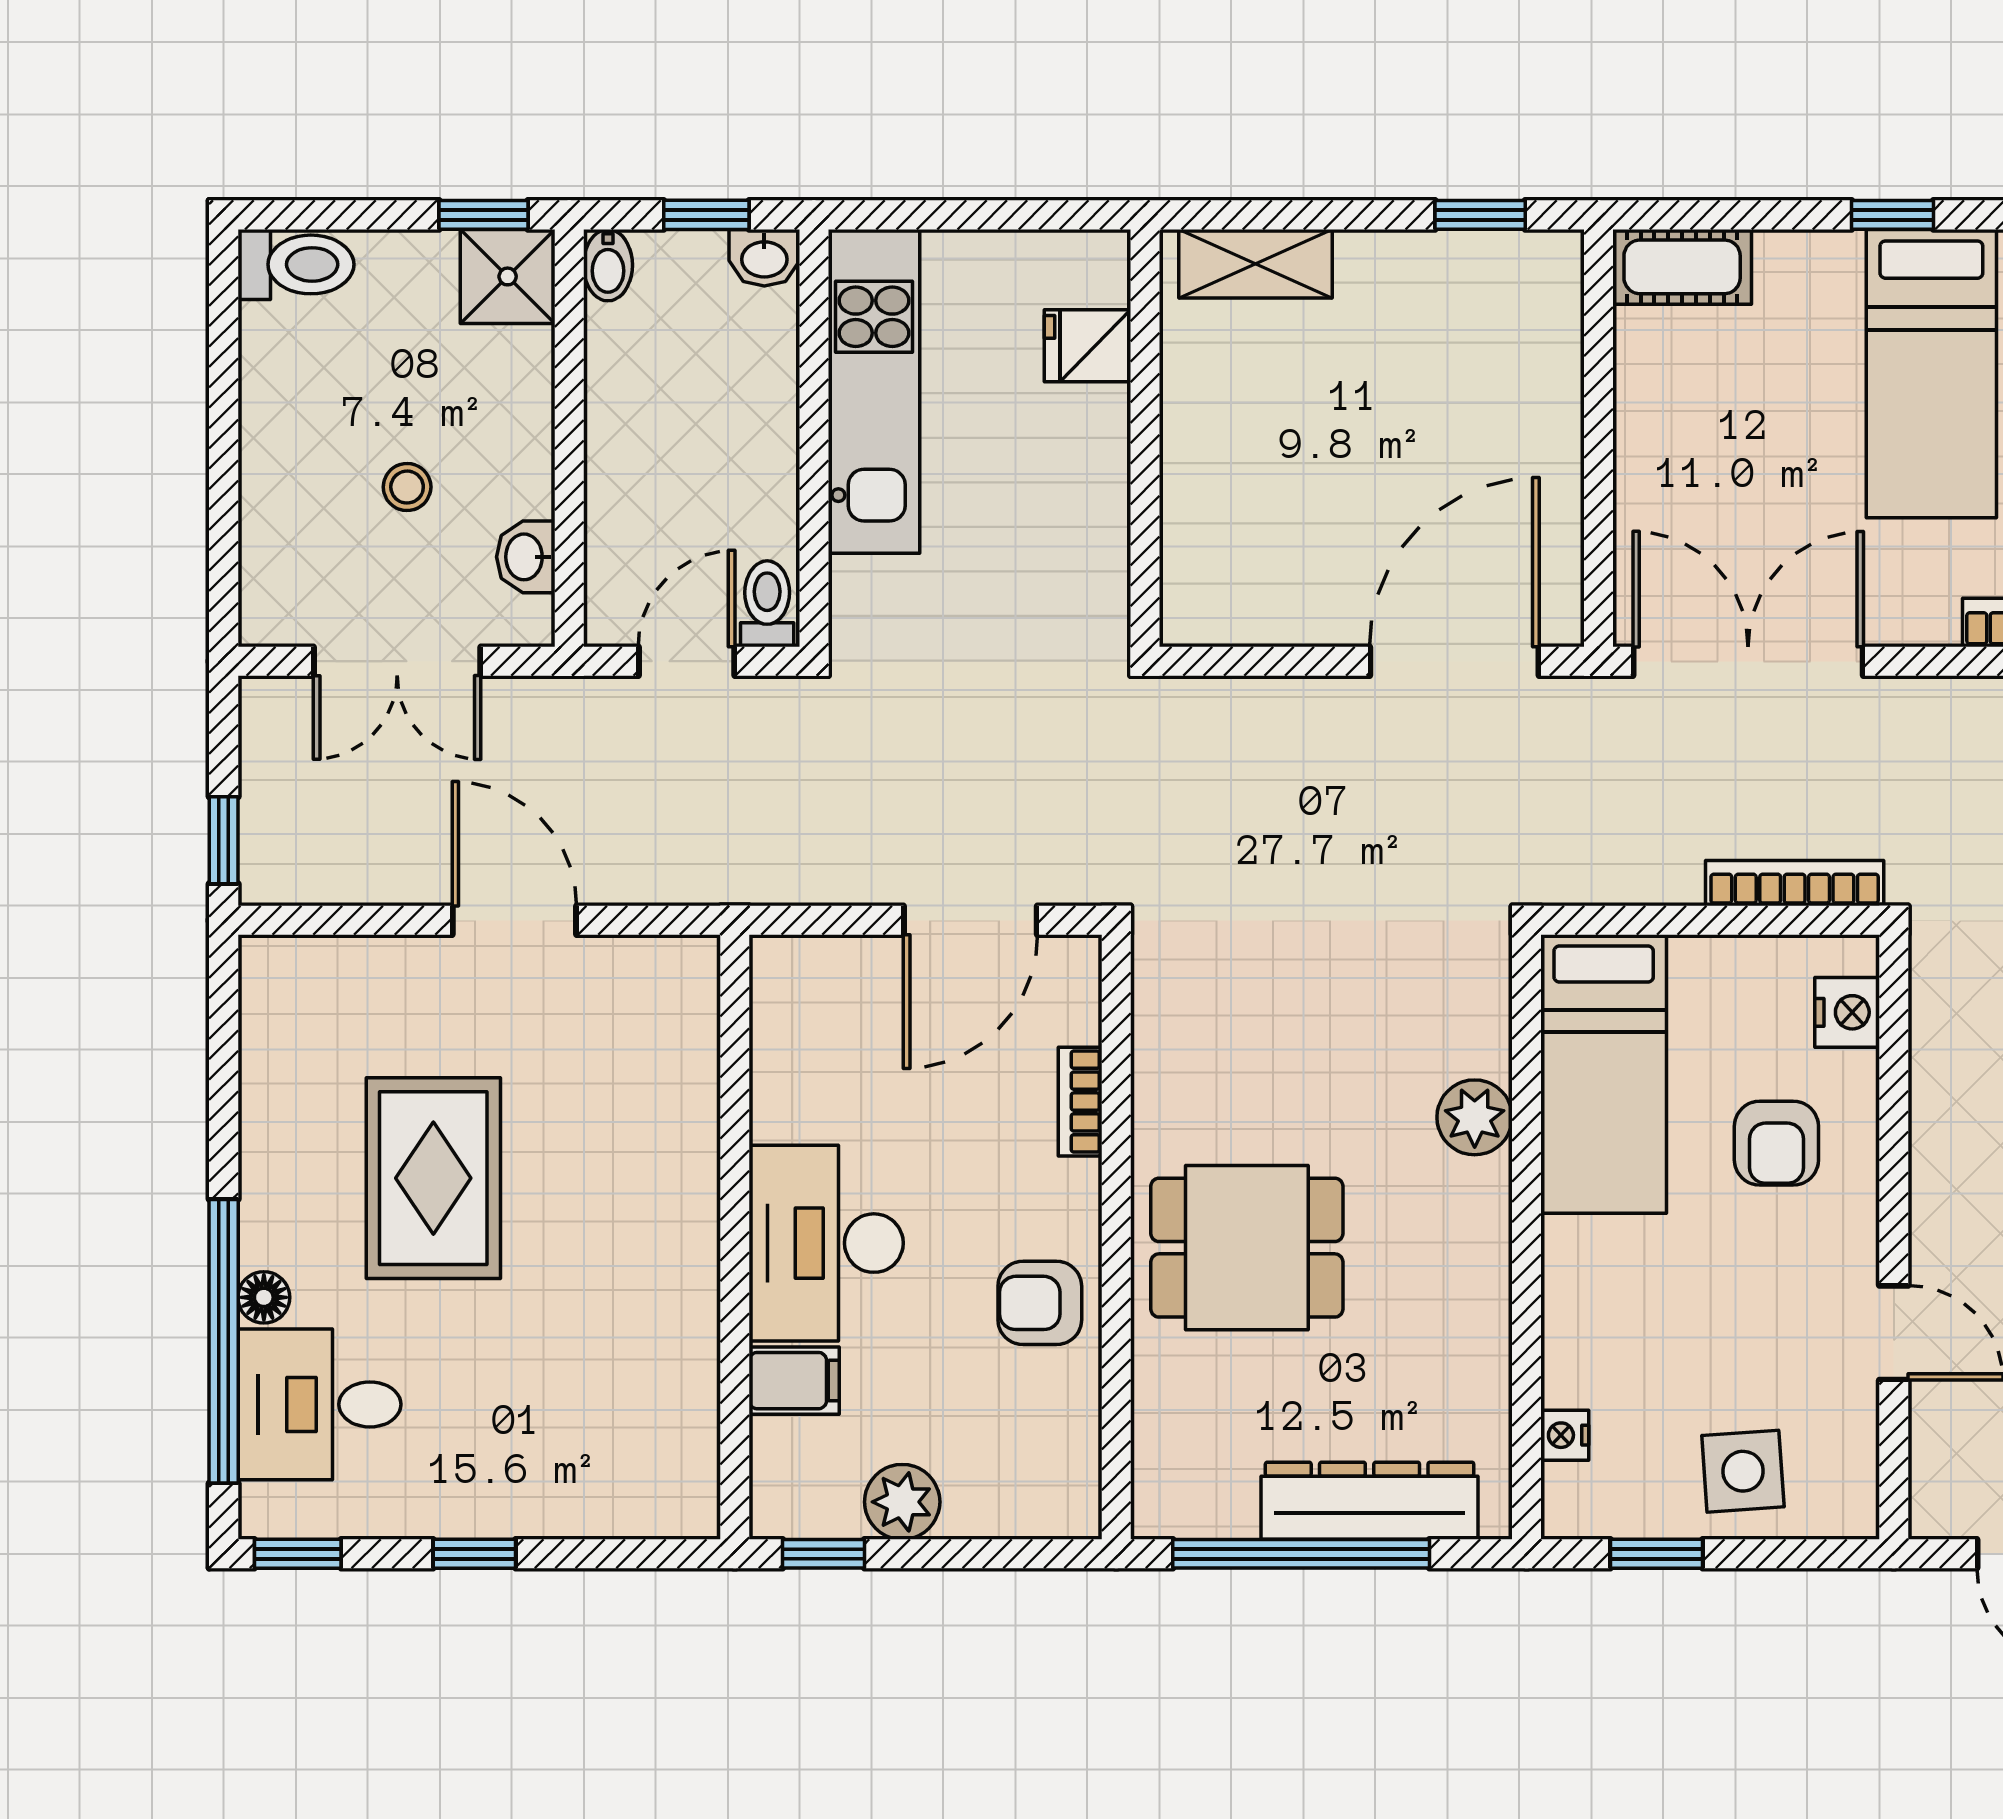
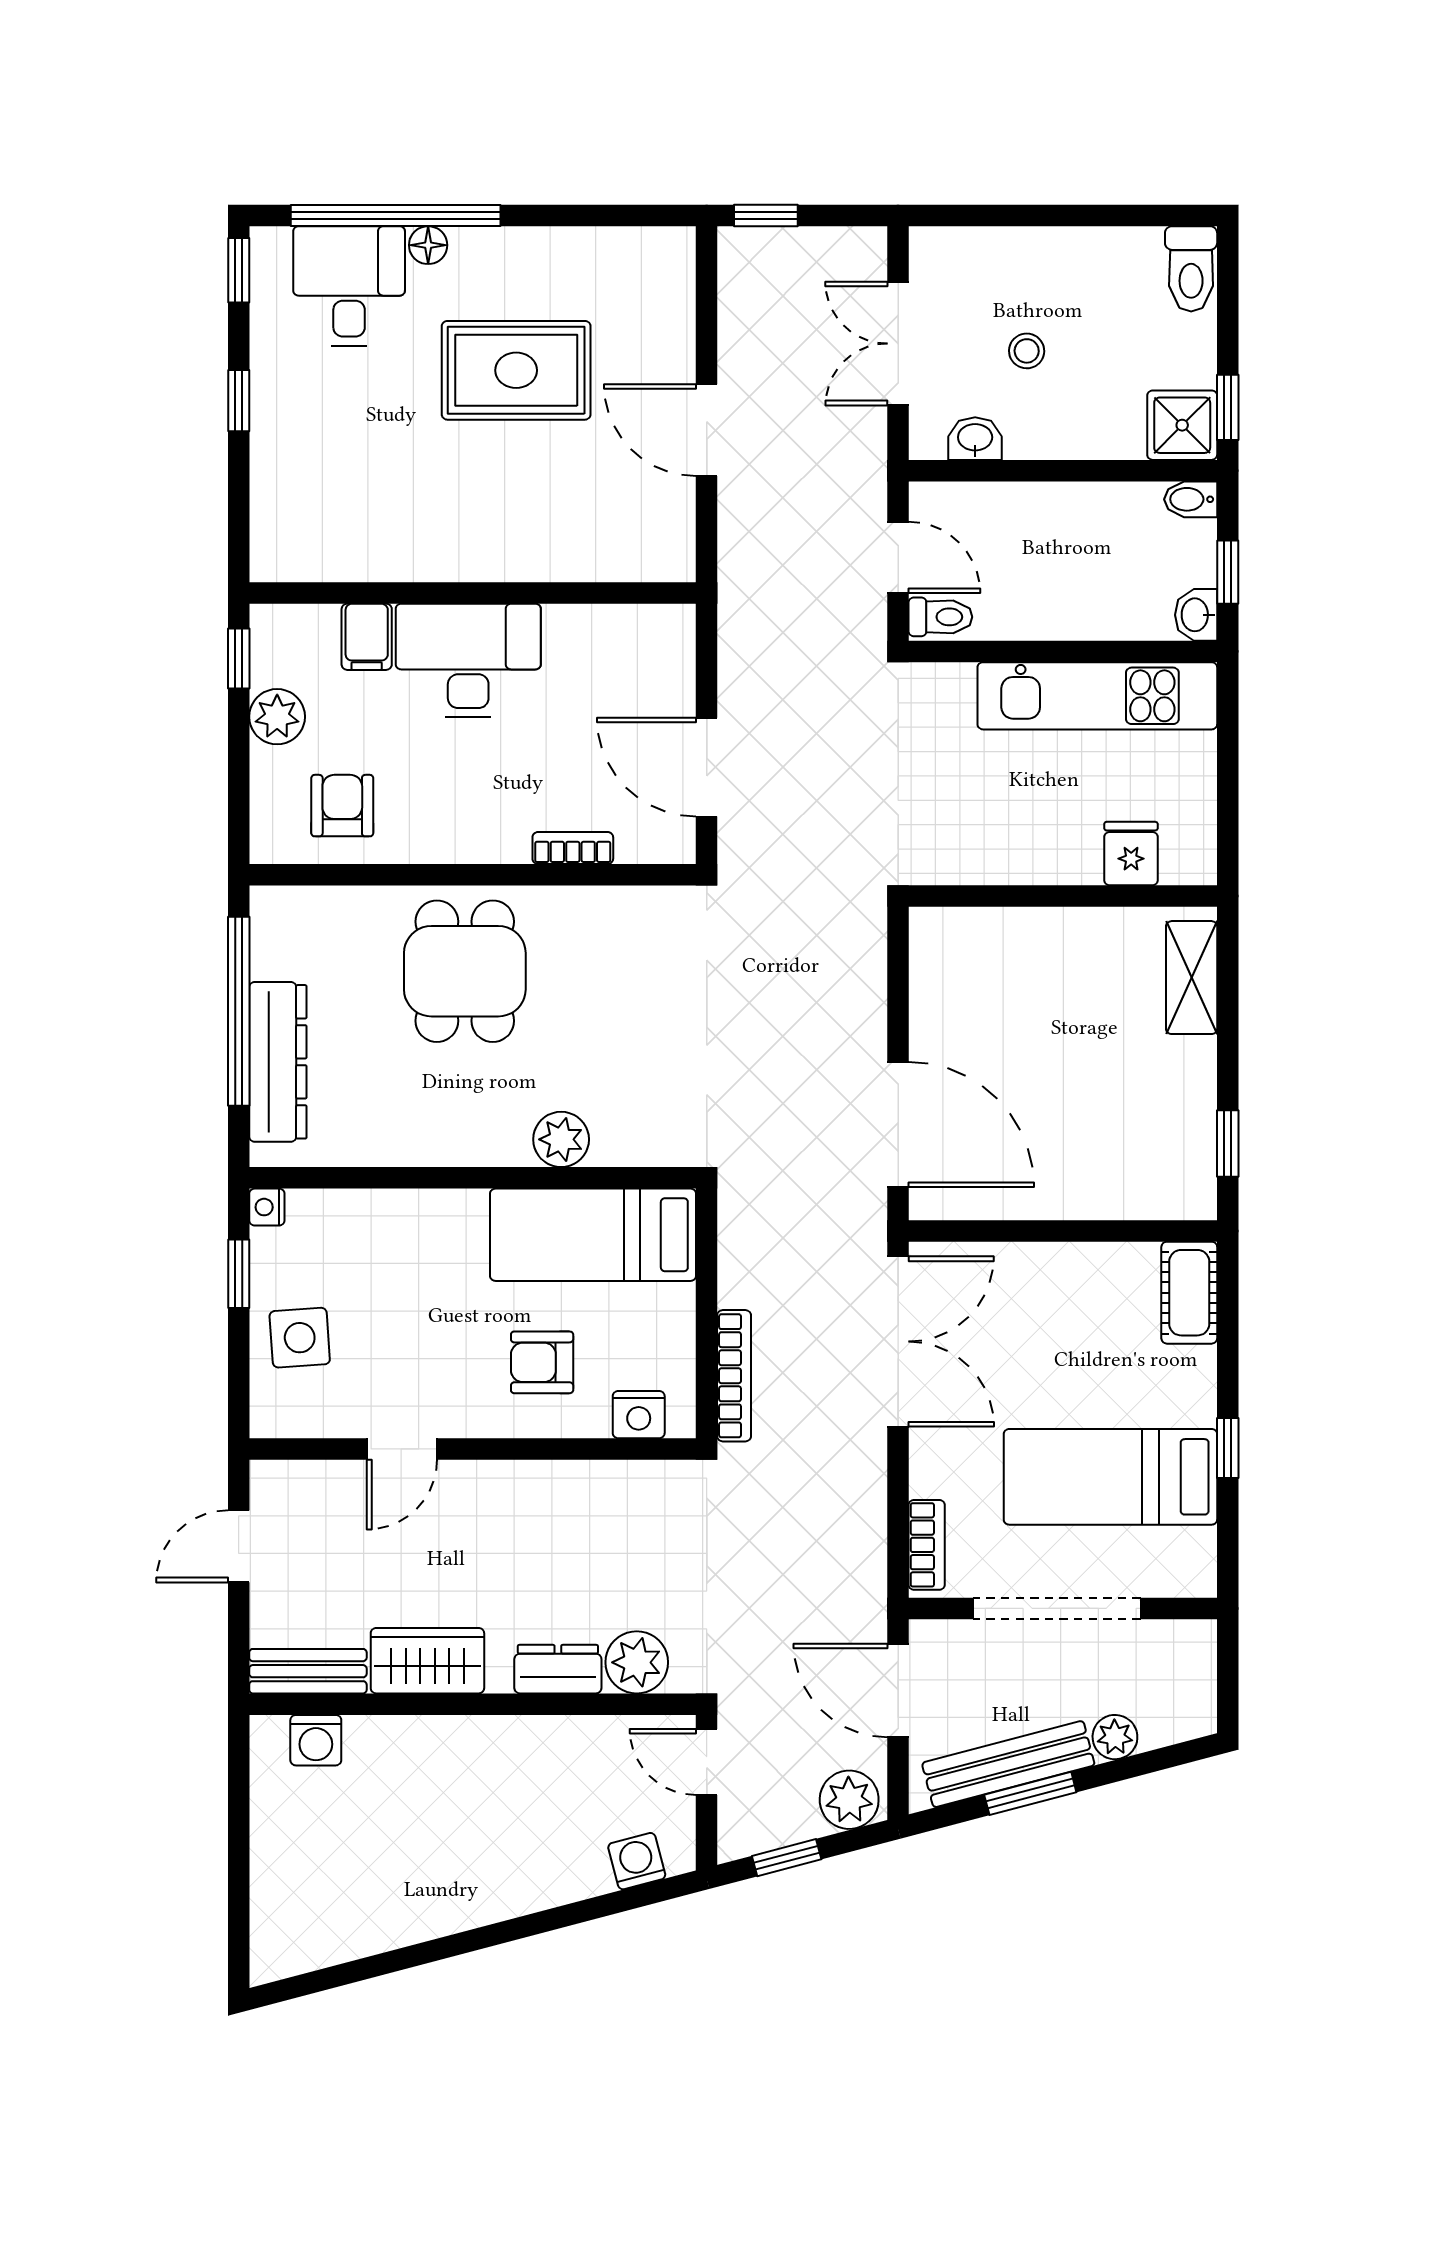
door: (514, 920) -> (707, 430), swing flipped
armchair: (1040, 1303) -> (342, 806), moved
nightstand: (1565, 1435) -> (267, 1207), moved, turned -90

